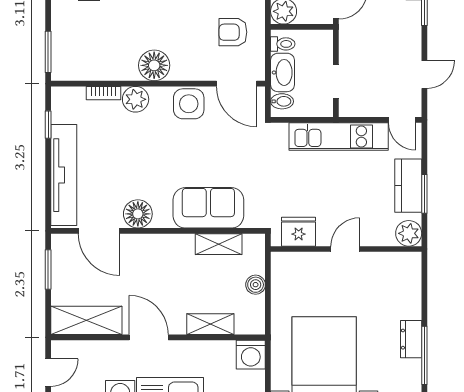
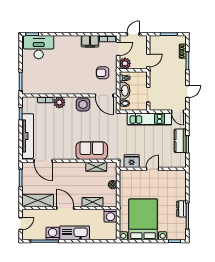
floor lamp: (154, 65) -> (68, 87), removed
floor lamp: (138, 214) -> (60, 153), removed
plant: (409, 233) -> (181, 162), removed

